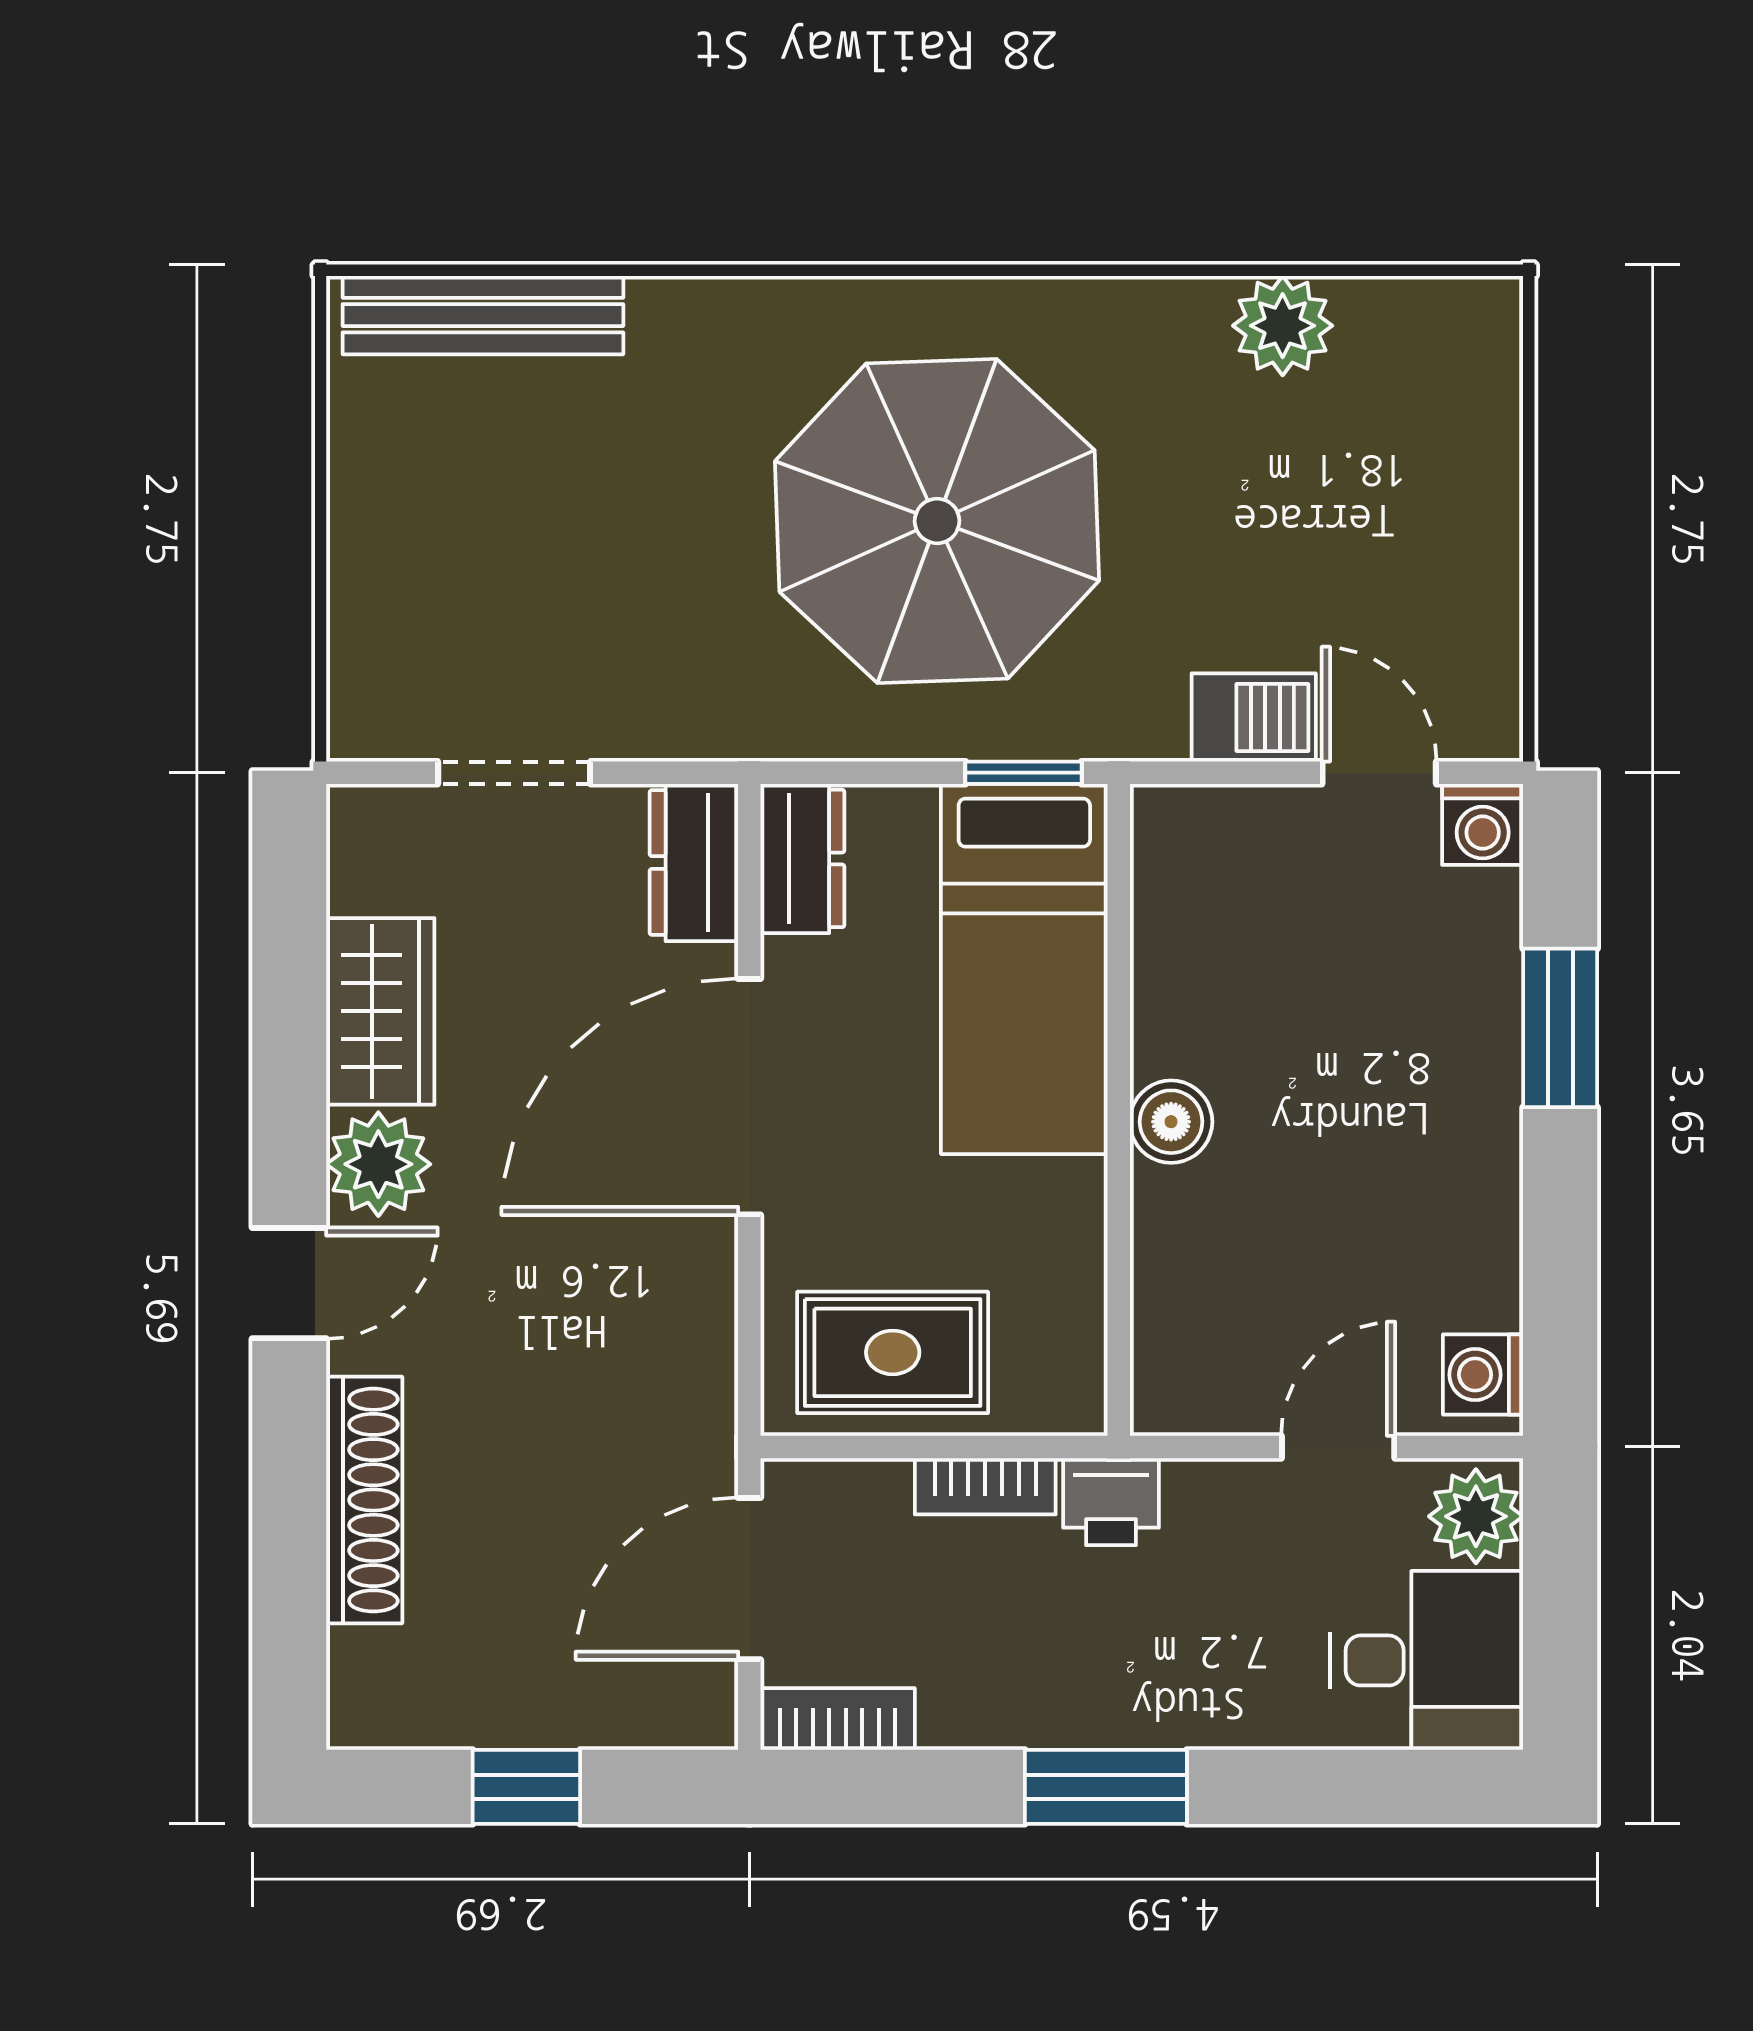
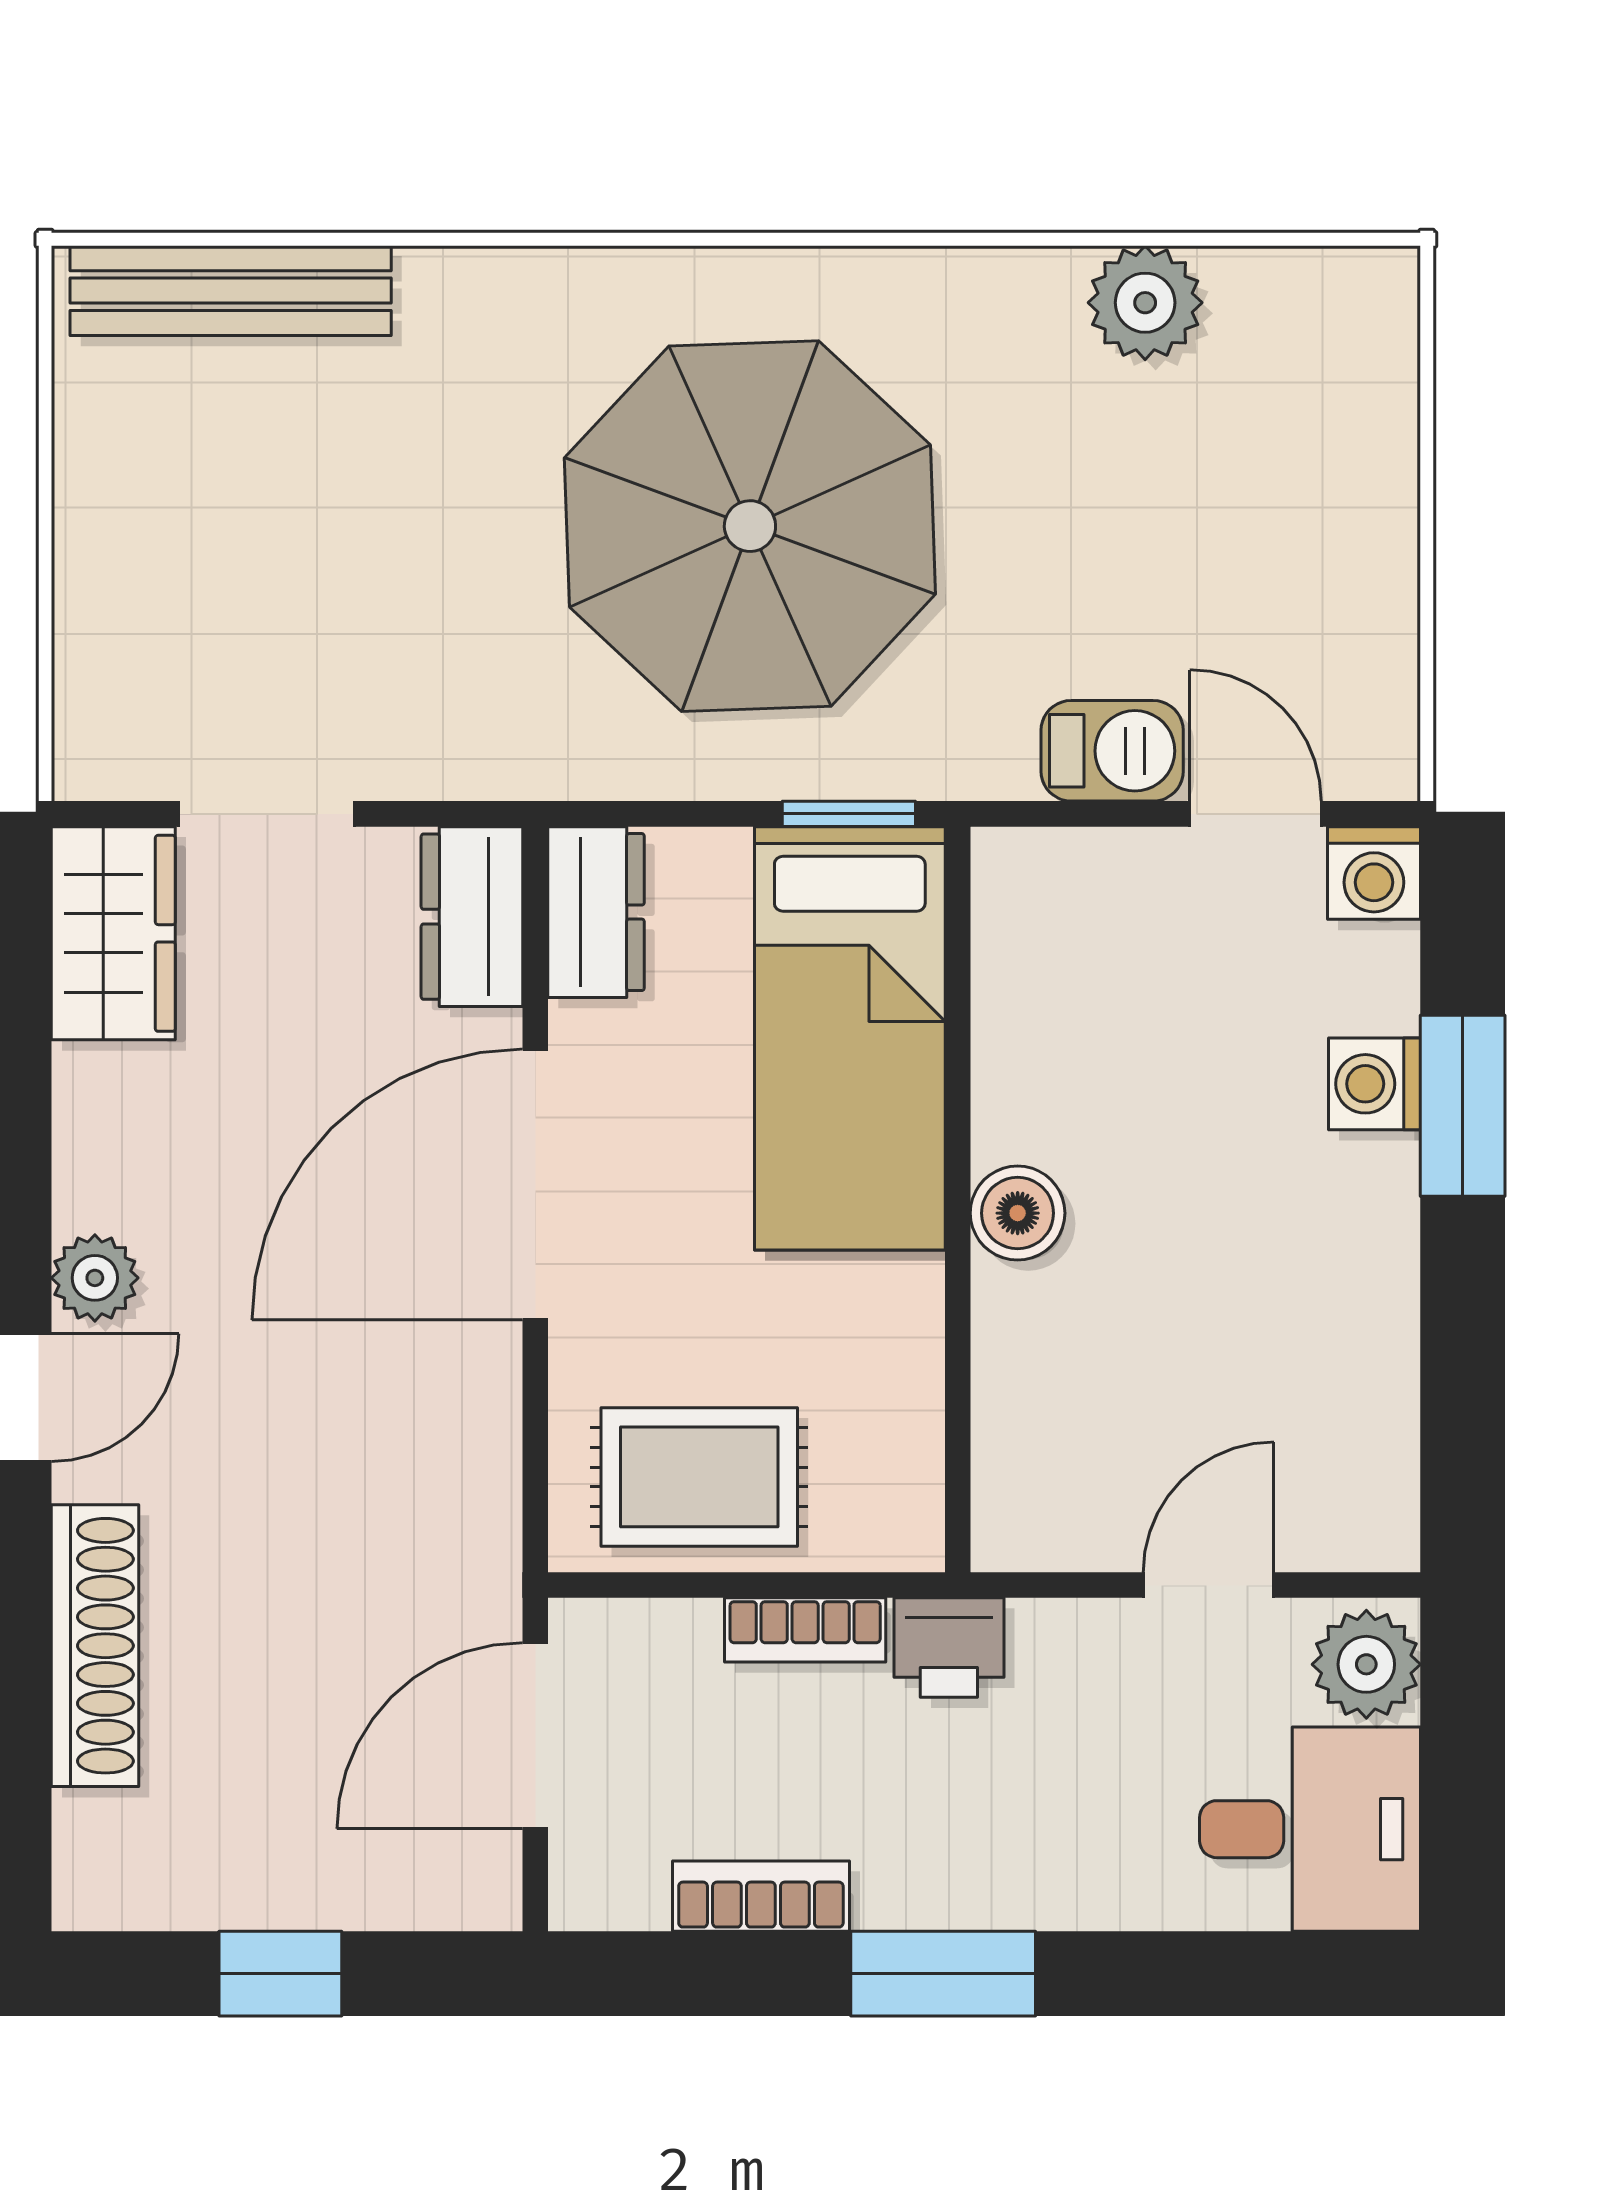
wardrobe: (380, 1011) -> (113, 933), moved
plant: (378, 1164) -> (95, 1278), width x0.73, depth x0.73
washing machine: (1483, 1375) -> (1374, 1084), moved
bookcase: (838, 1719) -> (761, 1896), moved

